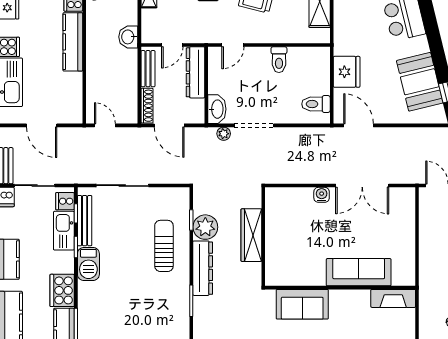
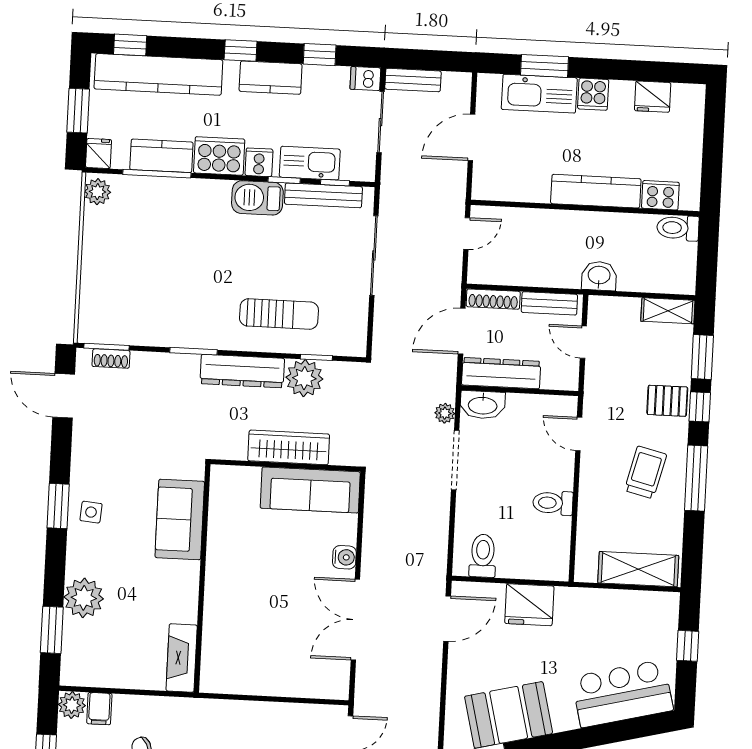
dresser: (195, 72) -> (501, 373), moved
cooker: (65, 201) -> (259, 162), moved
sofa: (359, 272) -> (310, 490), moved, turned 90

